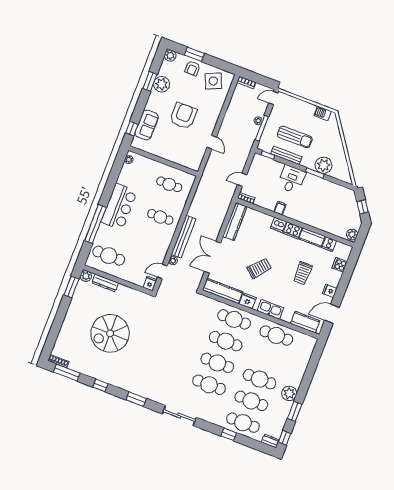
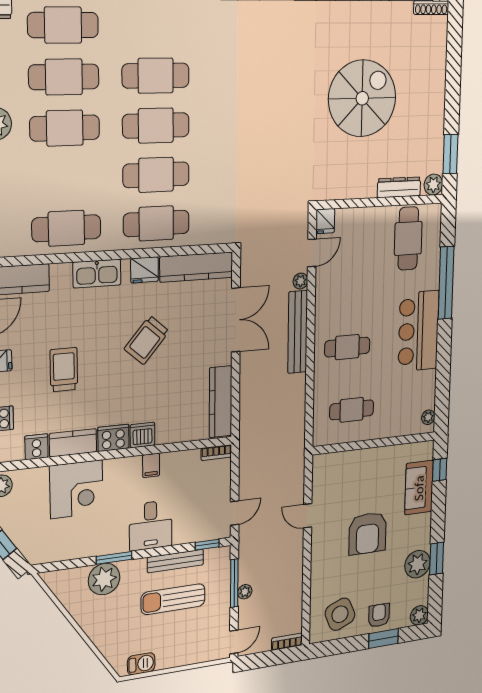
door: (242, 180) -> (235, 513), moved
corner desk: (319, 215) -> (76, 489), added
cafe table: (109, 256) -> (408, 238), turned 90

